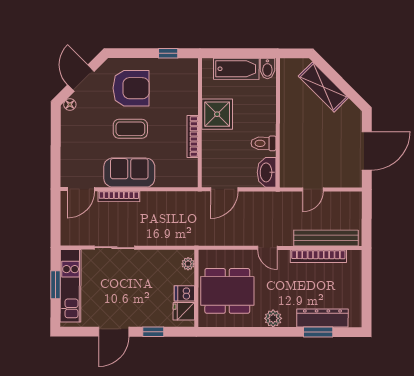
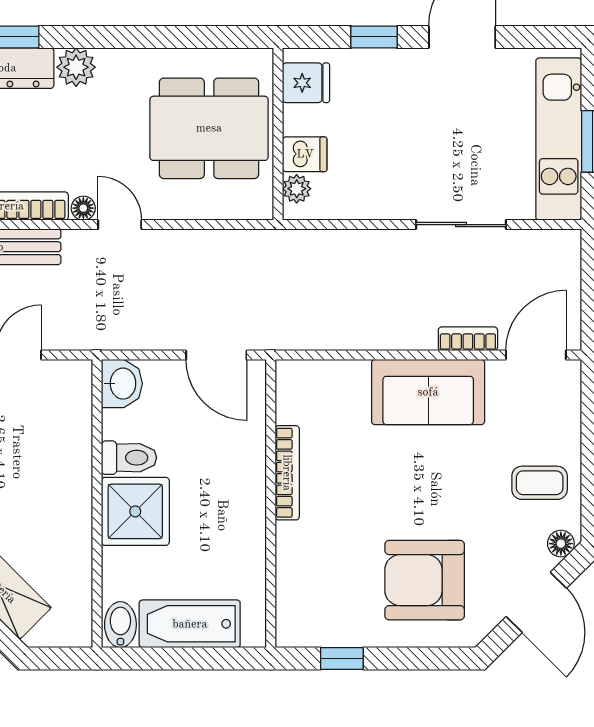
shower: (217, 114) -> (135, 511), moved
coffee table: (130, 129) -> (540, 483), moved, width x0.73, depth x0.77
washbasin: (267, 172) -> (122, 384), width x0.72
door: (224, 189) -> (216, 355), swing flipped
bookcase: (119, 196) -> (468, 339), width x0.64
floor lamp: (284, 255) -> (83, 208), added
dishwasher: (184, 293) -> (305, 154), moved
plant: (273, 318) -> (76, 67), moved

